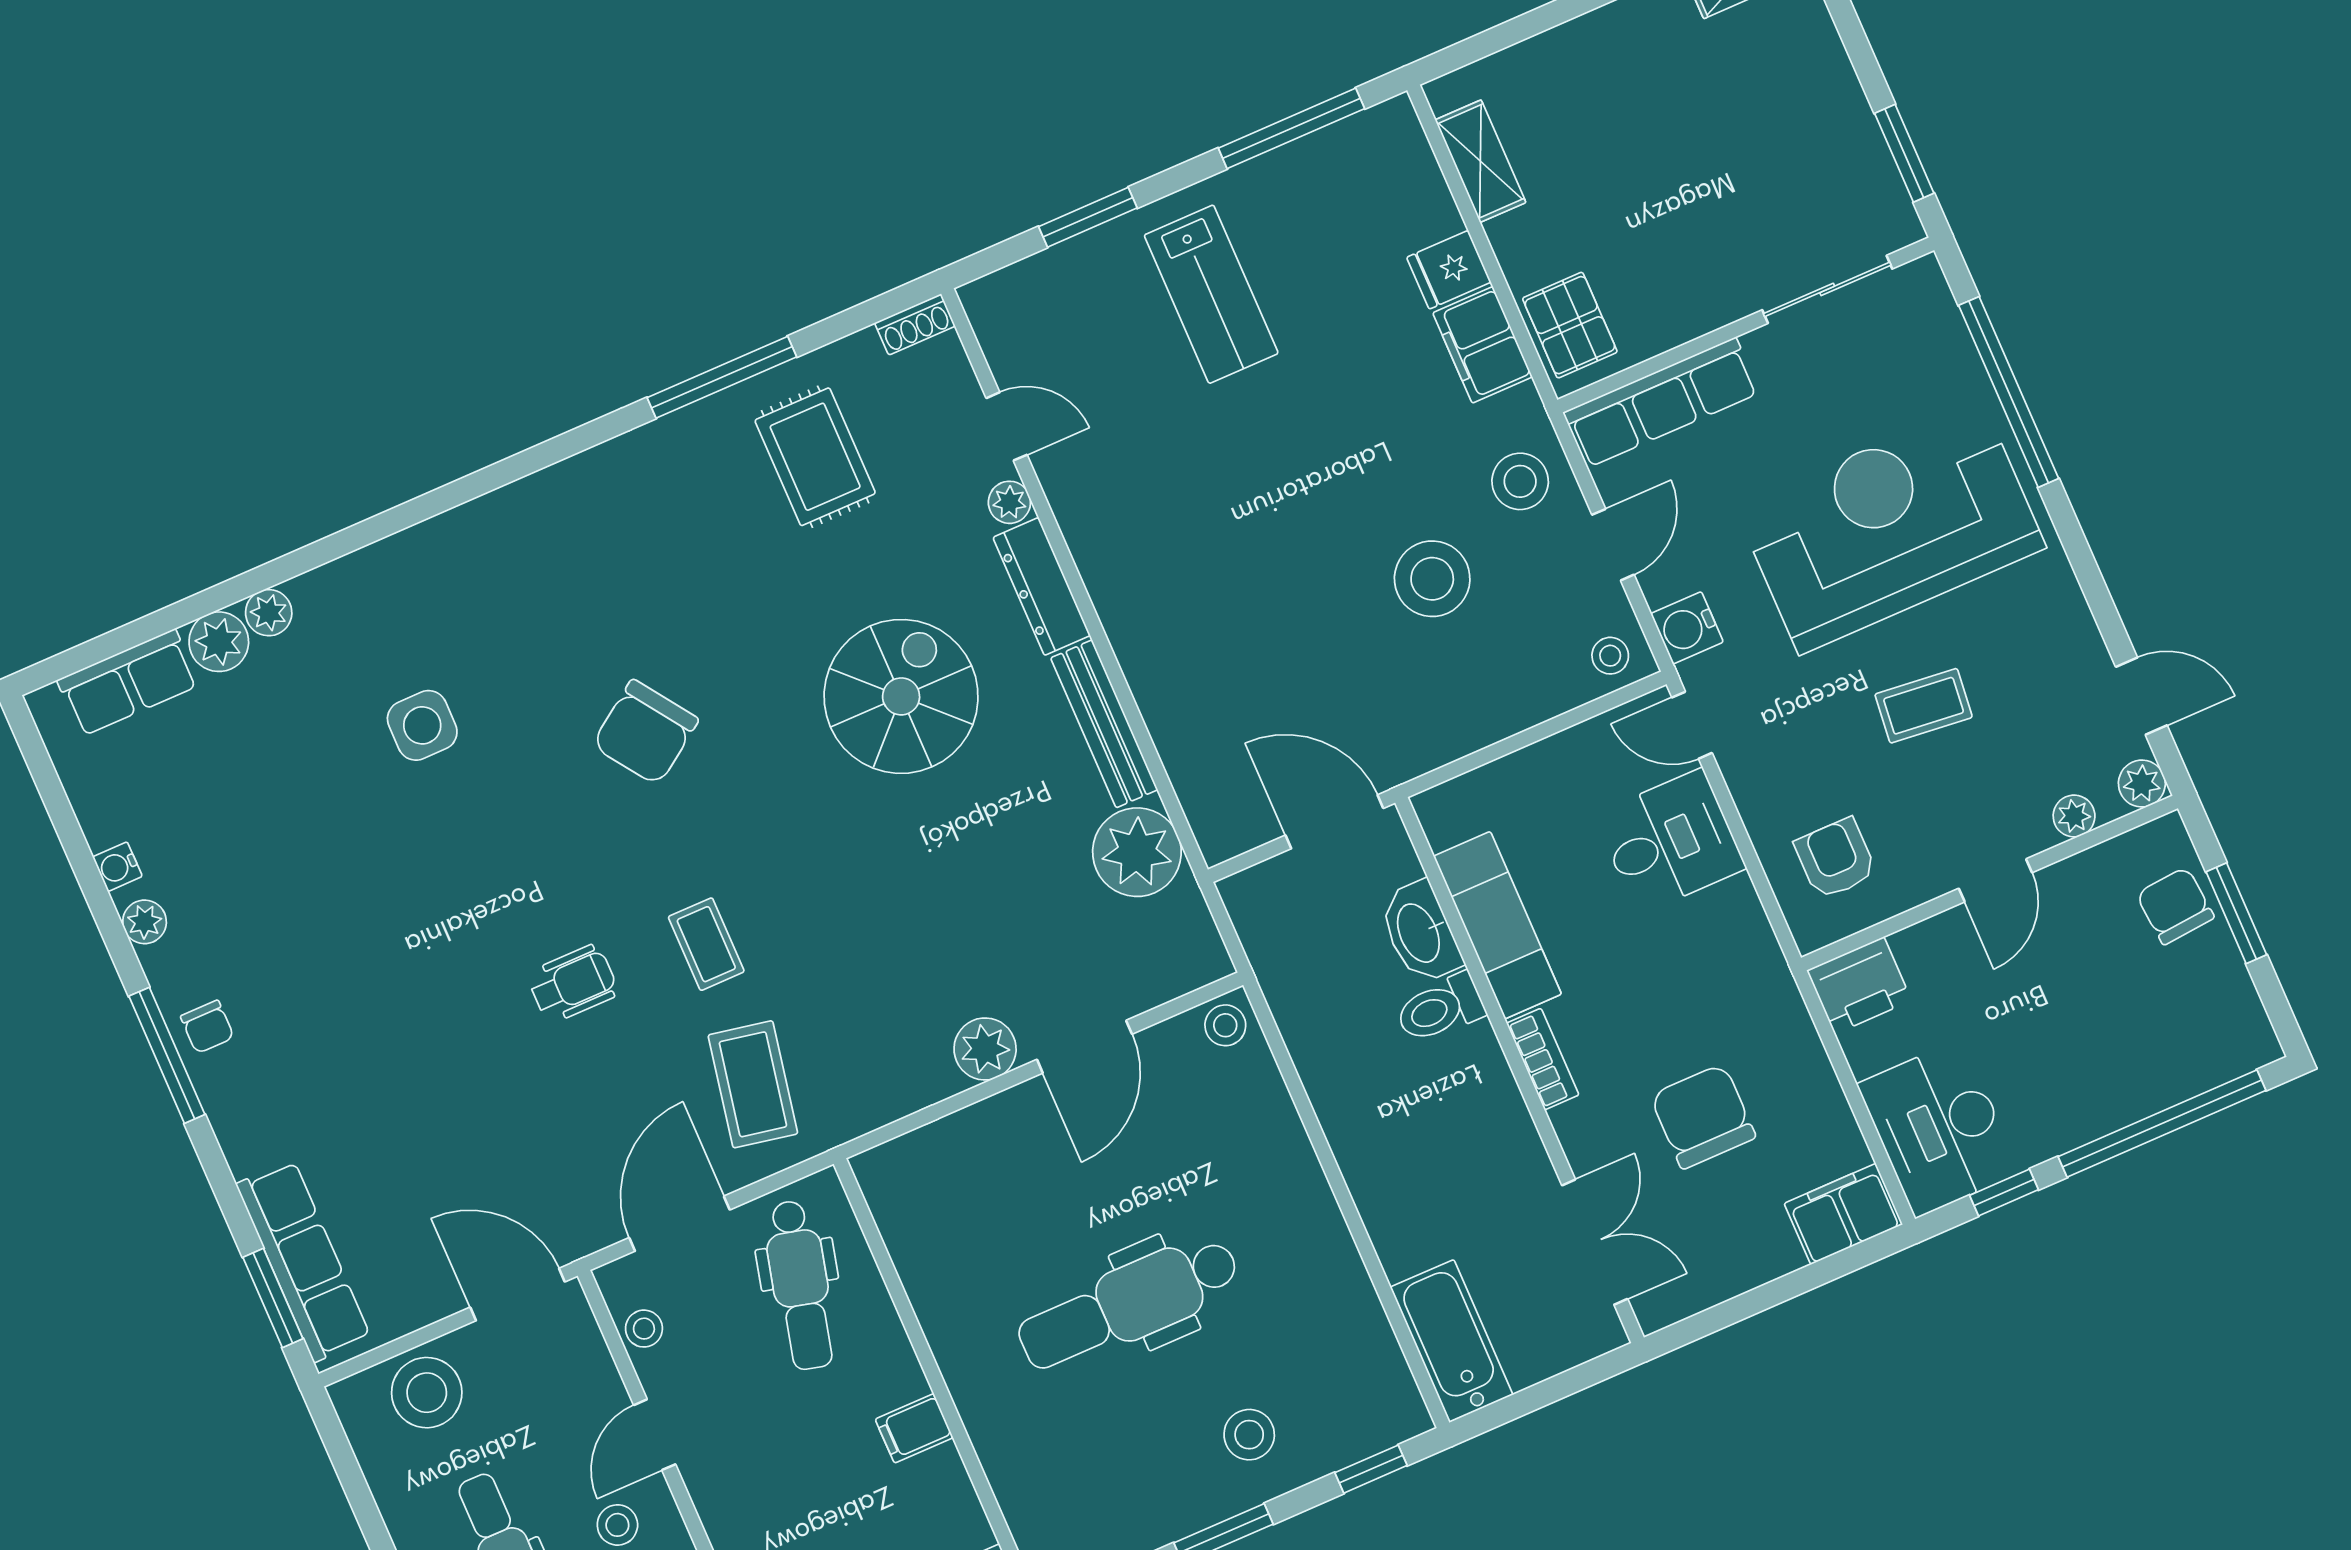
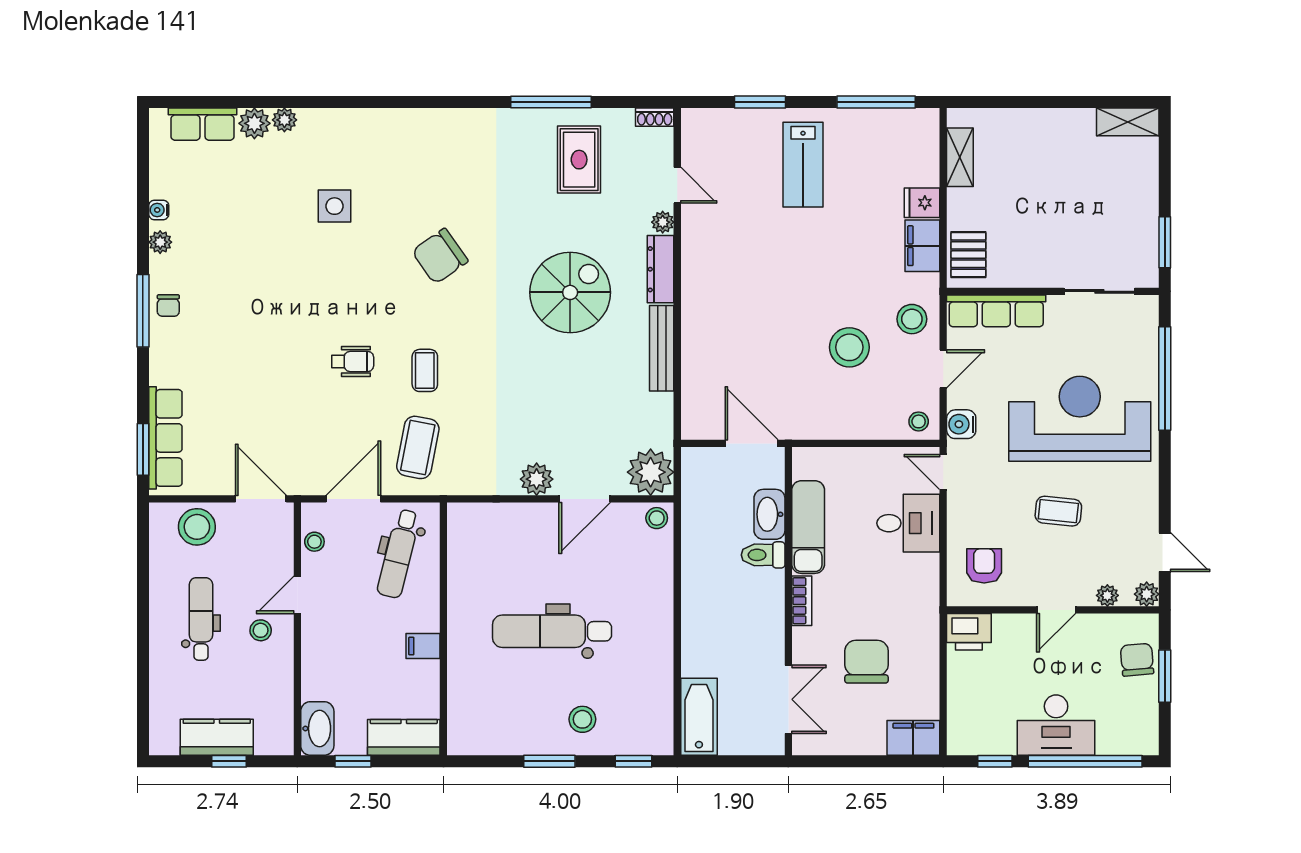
plant: (1137, 852) -> (651, 472), moved
desk: (1939, 1128) -> (1056, 725), moved, turned -90

